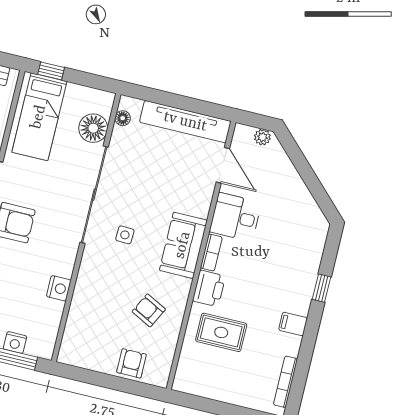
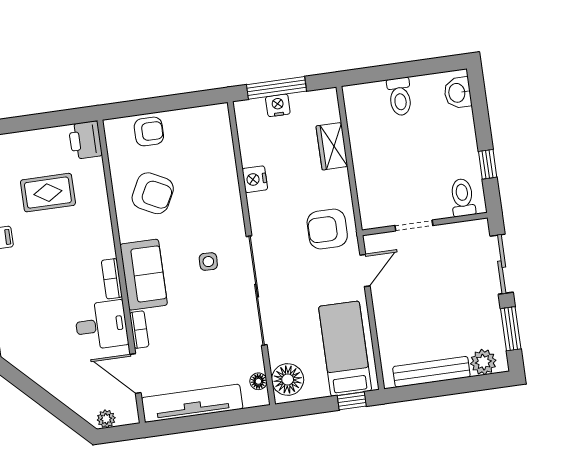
floor lamp: (93, 128) -> (288, 380), moved
bookcase: (205, 201) -> (139, 330), added
printer: (209, 288) -> (85, 140), moved
armchair: (149, 310) -> (153, 193), width x1.38, depth x1.38
rug: (221, 332) -> (48, 193), moved
armchair: (132, 363) -> (149, 131), turned -90

